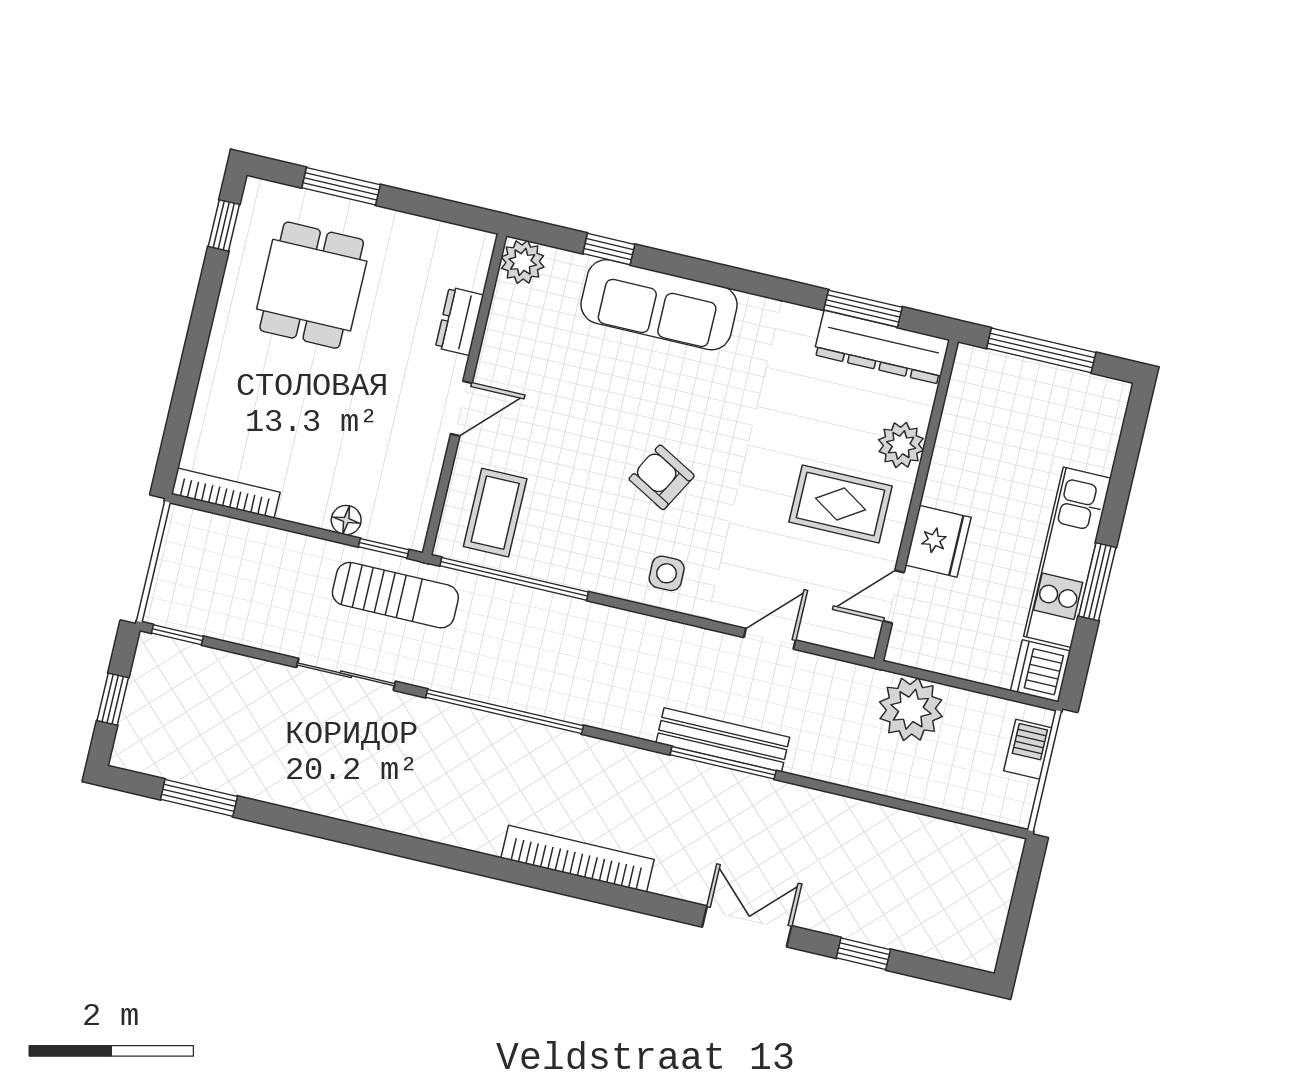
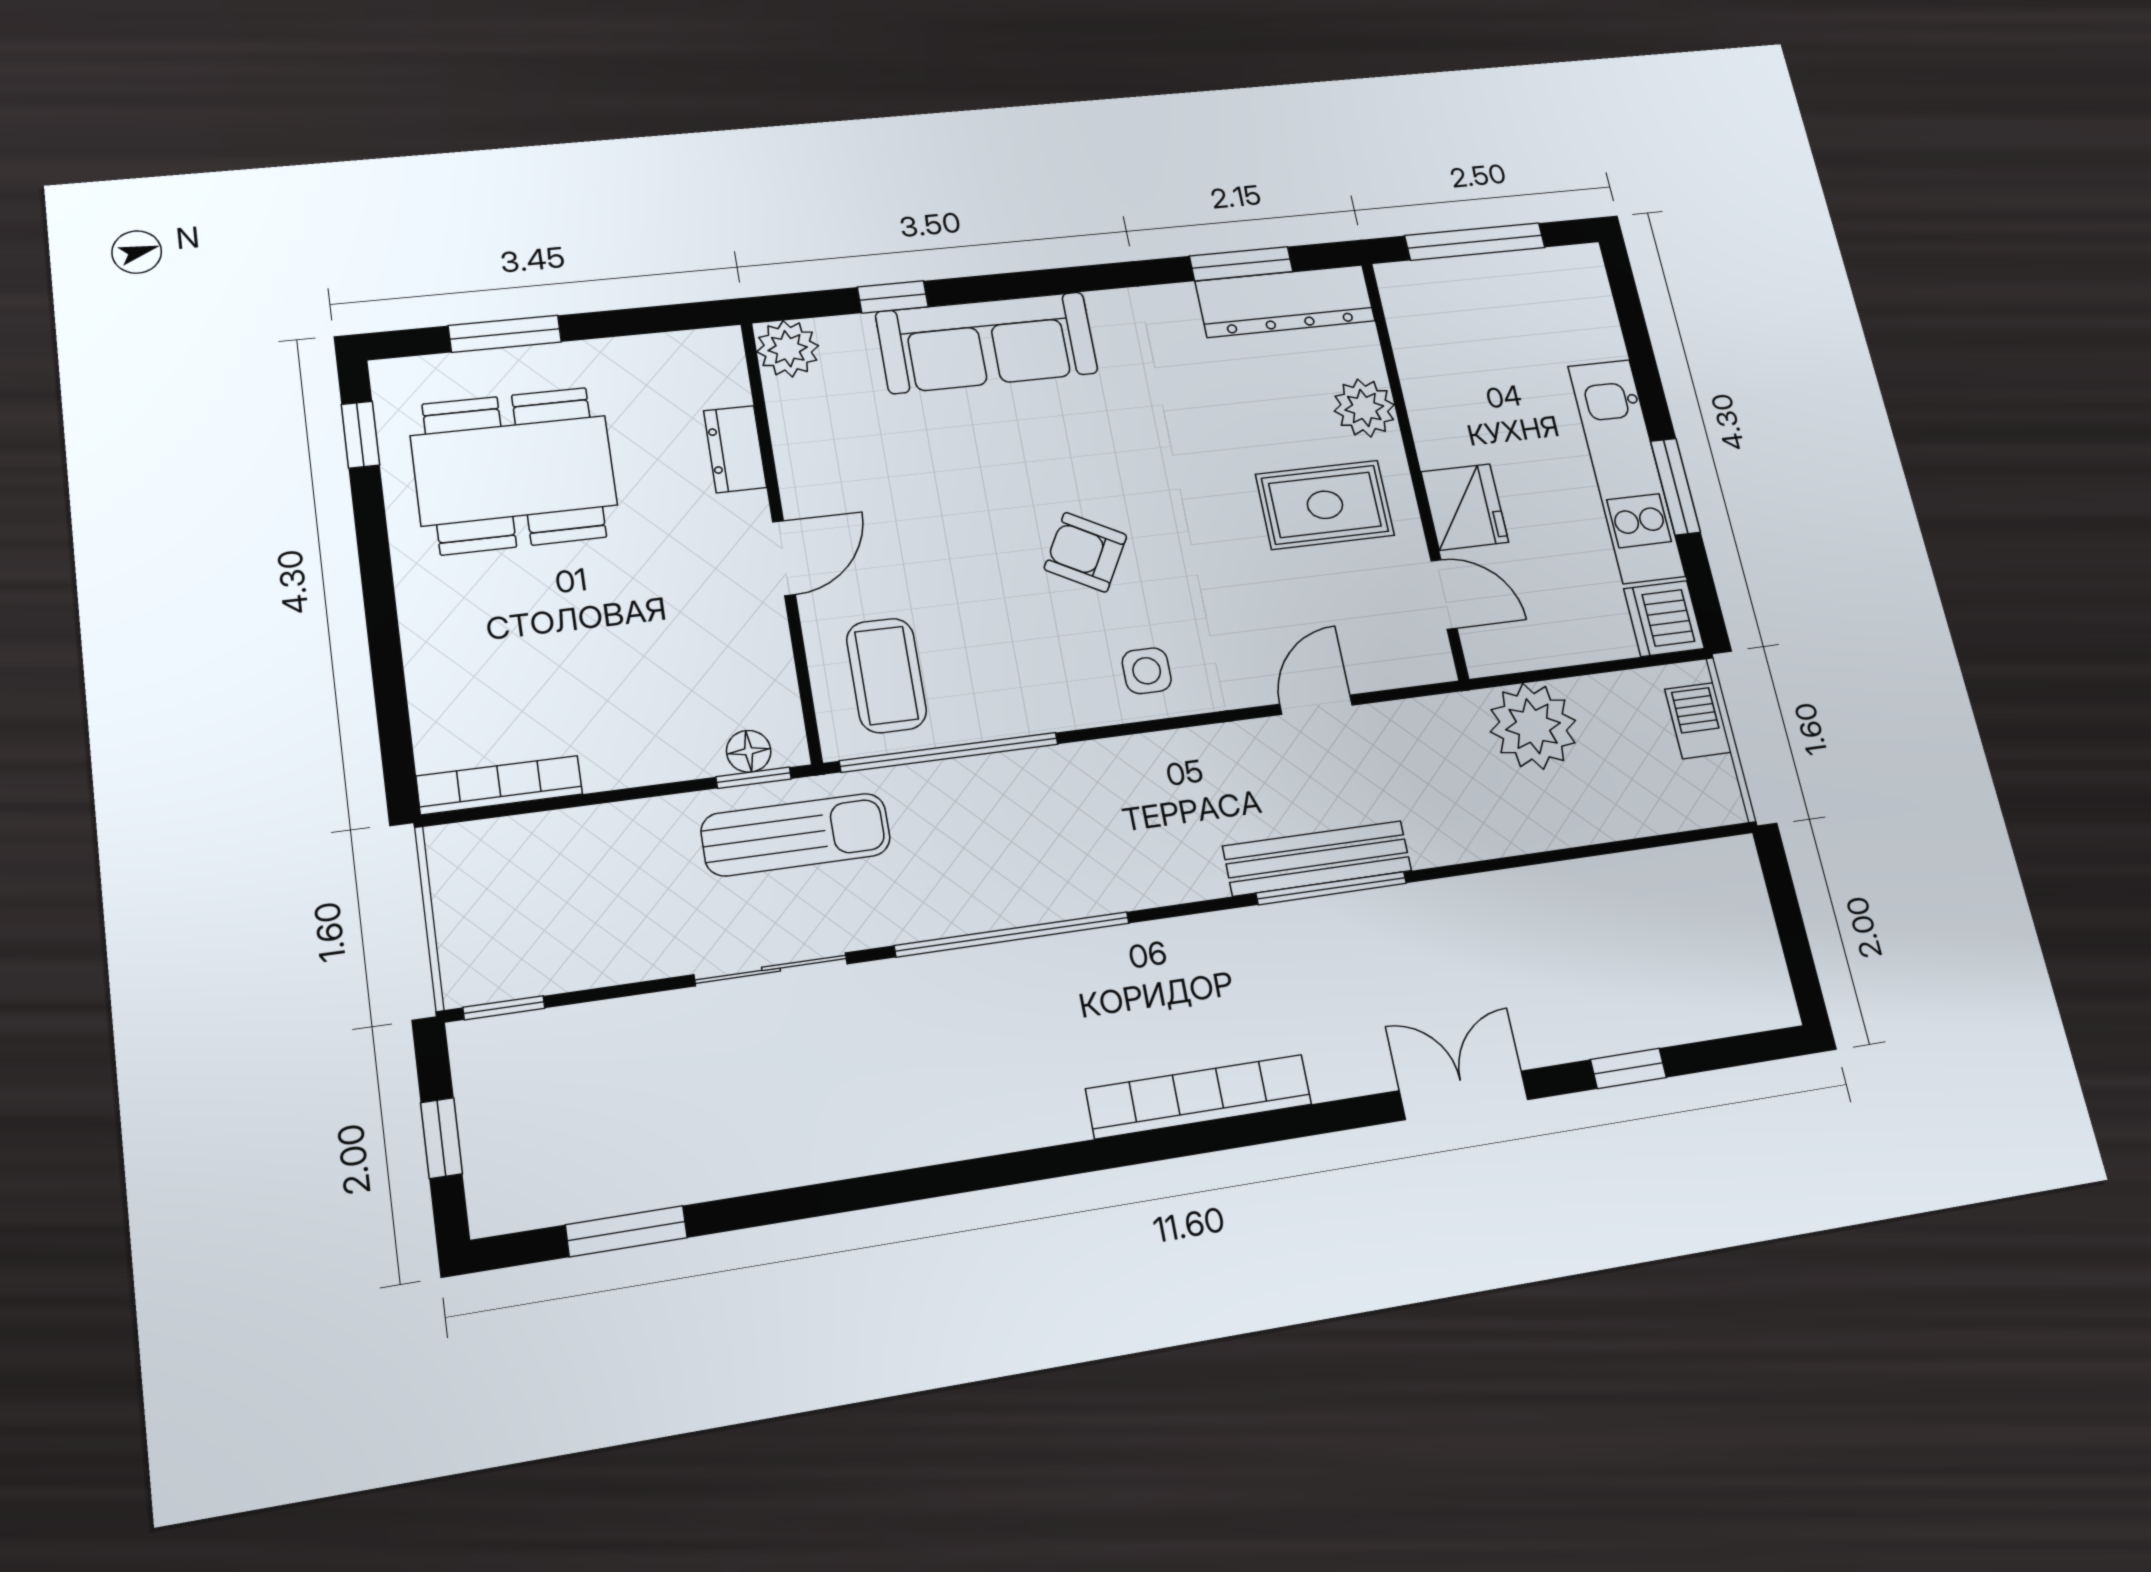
dining table: (312, 285) -> (514, 470), width x1.38
floor lamp: (346, 520) -> (749, 751), moved
door: (894, 597) -> (1444, 594), swing flipped

